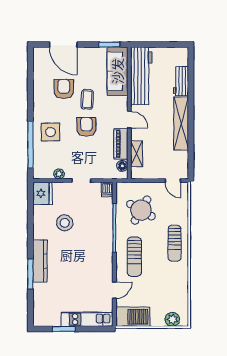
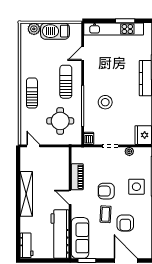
workbench: (181, 81) -> (27, 245), moved
armchair: (86, 127) -> (106, 191), turned 90
shelving: (137, 154) -> (64, 168), removed
floor lamp: (122, 166) -> (76, 158), removed
round table: (141, 210) -> (60, 121), turned -30
stool: (65, 223) -> (105, 102), moved
barbecue: (133, 317) -> (55, 31), moved
kitchen unit: (87, 319) -> (114, 29), width x1.36

